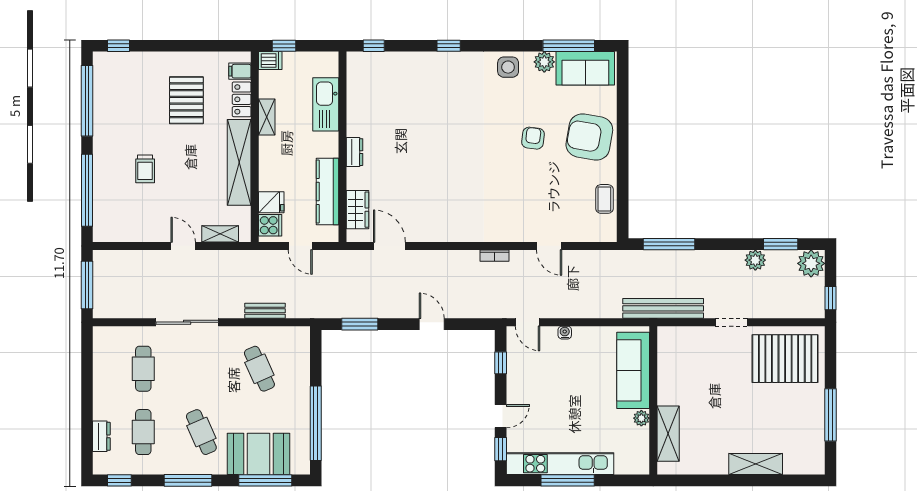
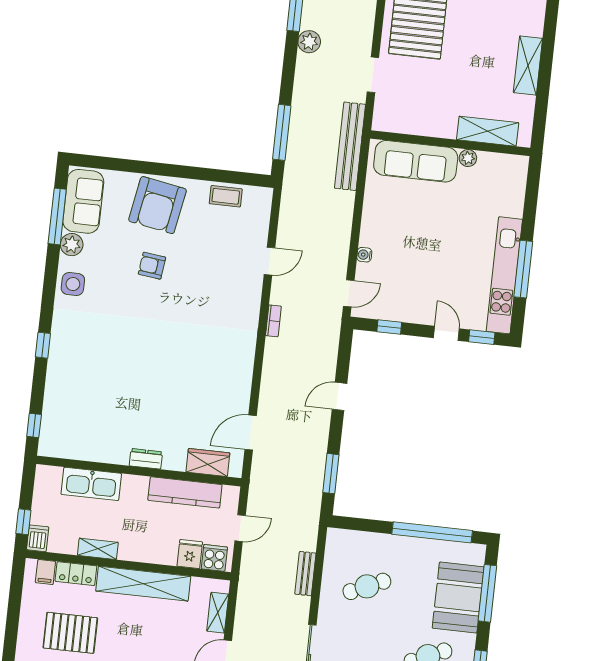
sofa: (633, 370) -> (416, 161), moved
wall: (653, 400) -> (450, 143), moved
plant: (641, 418) -> (468, 158), moved
shelving: (668, 434) -> (488, 131), moved

